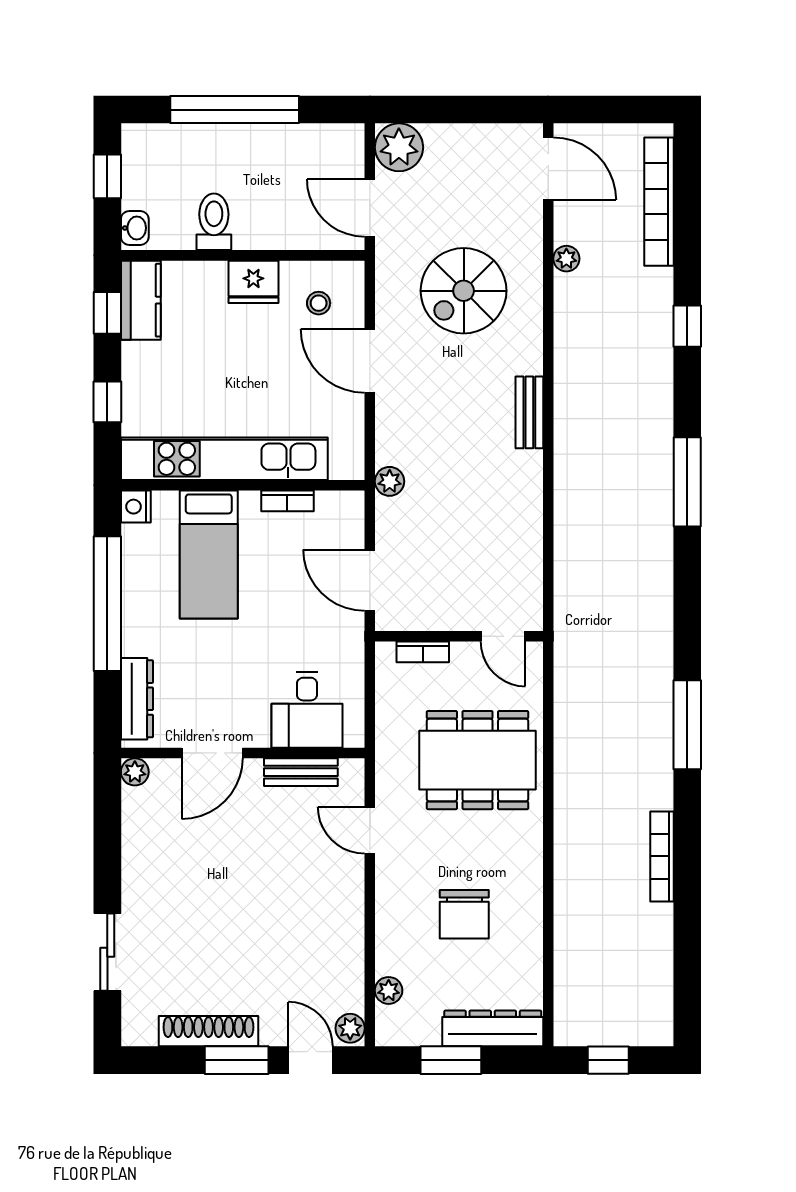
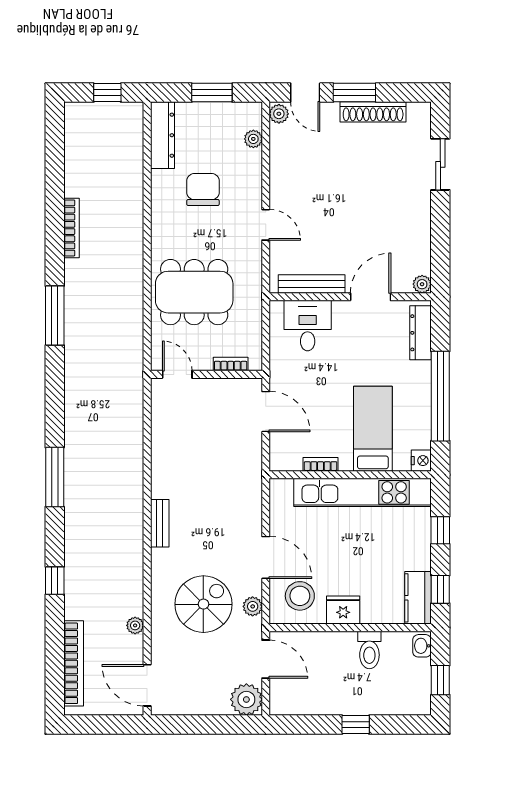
window: (235, 110) -> (356, 725), width x0.32
stool: (319, 303) -> (300, 596), width x1.89, depth x1.89
plant: (390, 481) -> (253, 606), moved
bench: (301, 772) -> (312, 284), width x1.36
door: (370, 830) -> (266, 225), moved
dresser: (493, 1028) -> (162, 135), moved, turned -90

